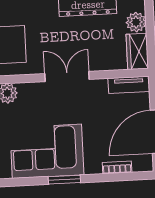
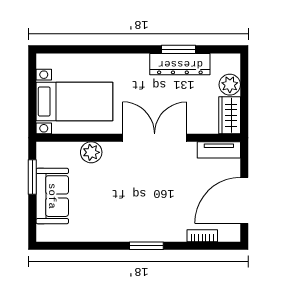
double door: (67, 76) -> (155, 138), width x1.37
corner sofa: (47, 151) -> (130, 215), removed

